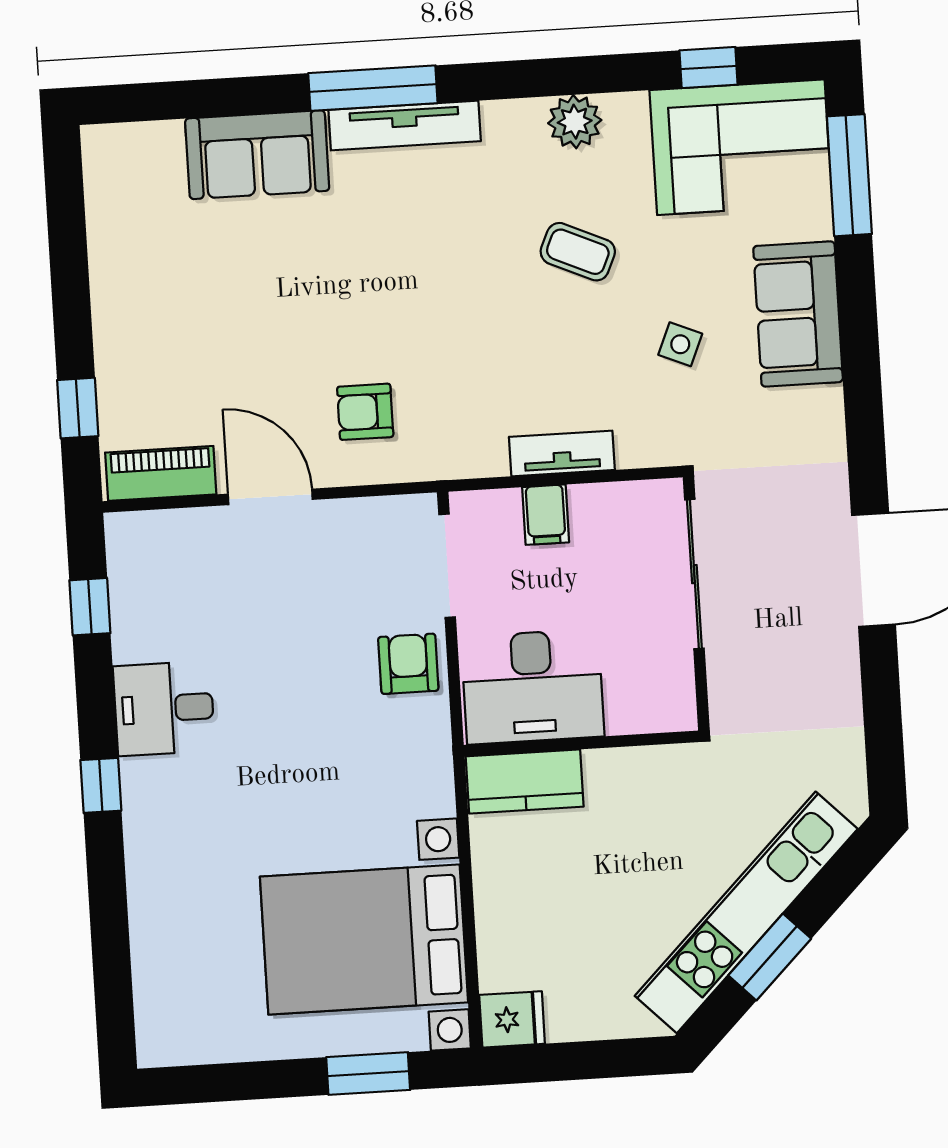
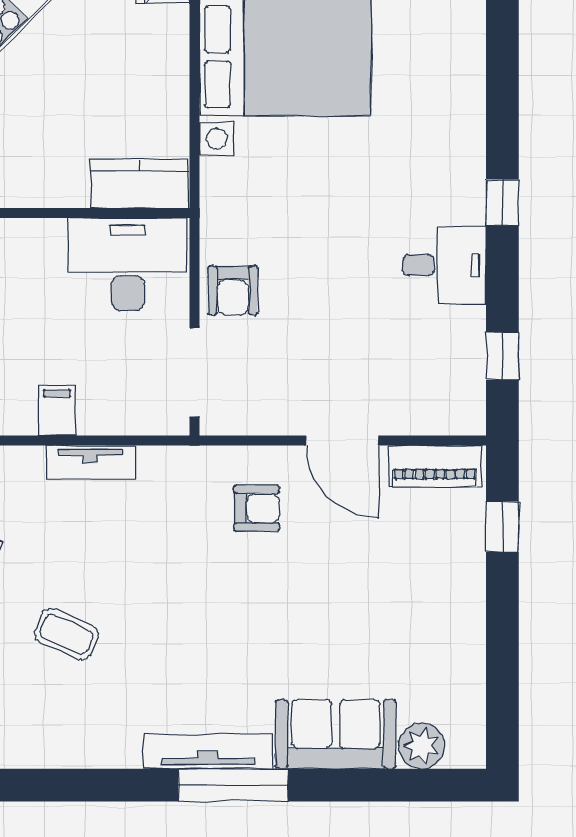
plant: (575, 122) -> (422, 746), moved
filing cabinet: (546, 515) -> (57, 411), moved

